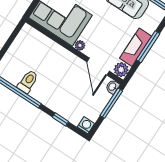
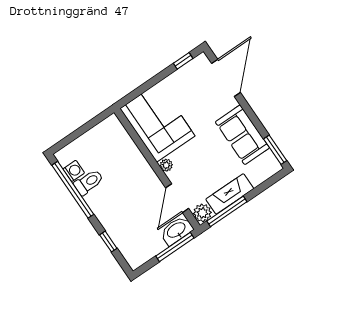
window: (148, 47) -> (227, 211), moved
washbasin: (113, 87) -> (177, 230), width x1.91, depth x1.45
washing machine: (86, 125) -> (74, 171), moved

